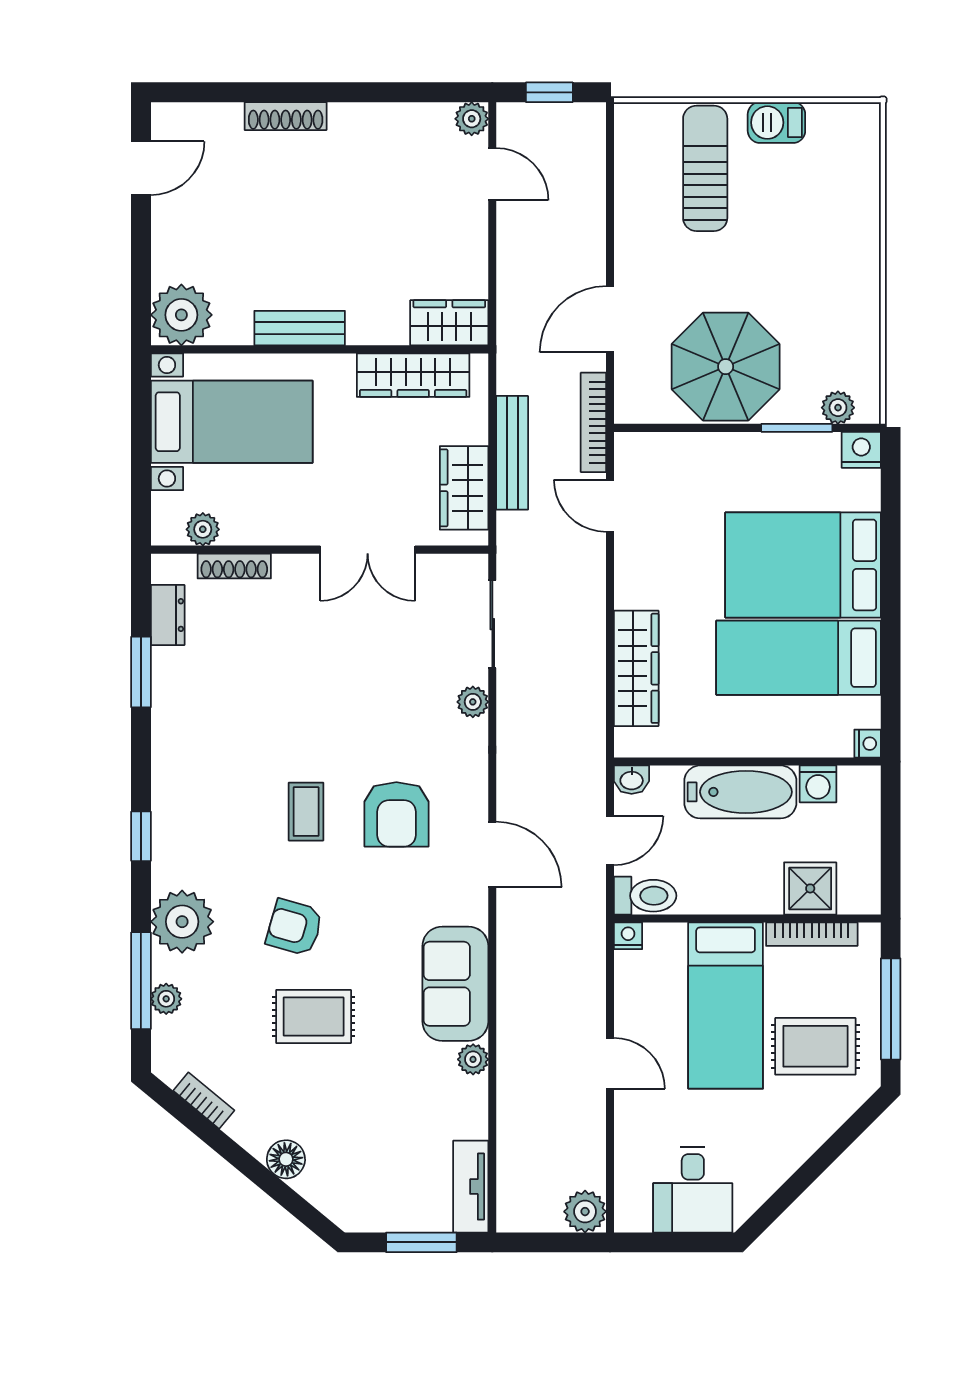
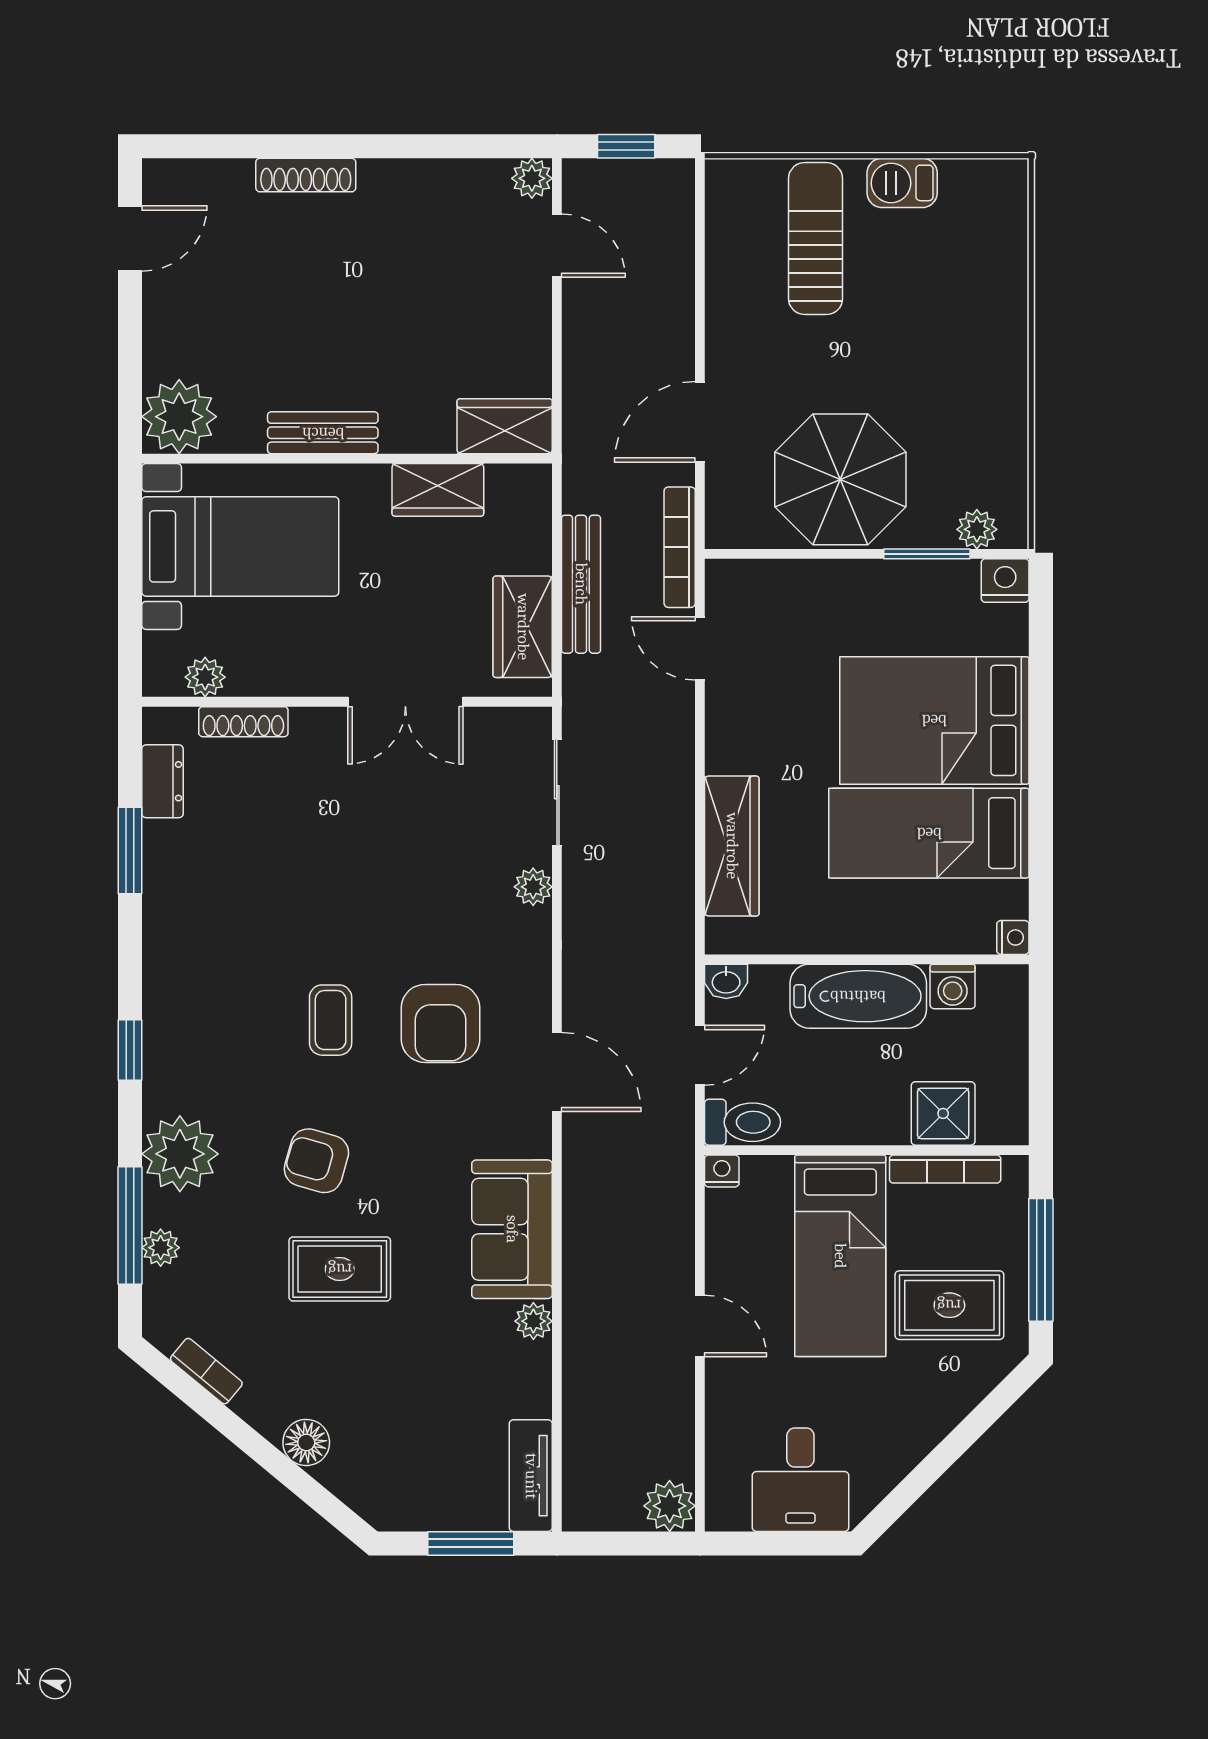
wardrobe: (413, 375) -> (438, 490), width x0.67

